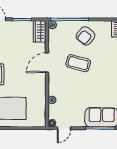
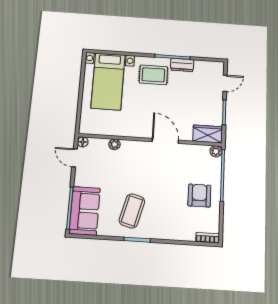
armchair: (86, 36) -> (199, 195), turned 51
coffee table: (78, 63) -> (132, 211), moved

